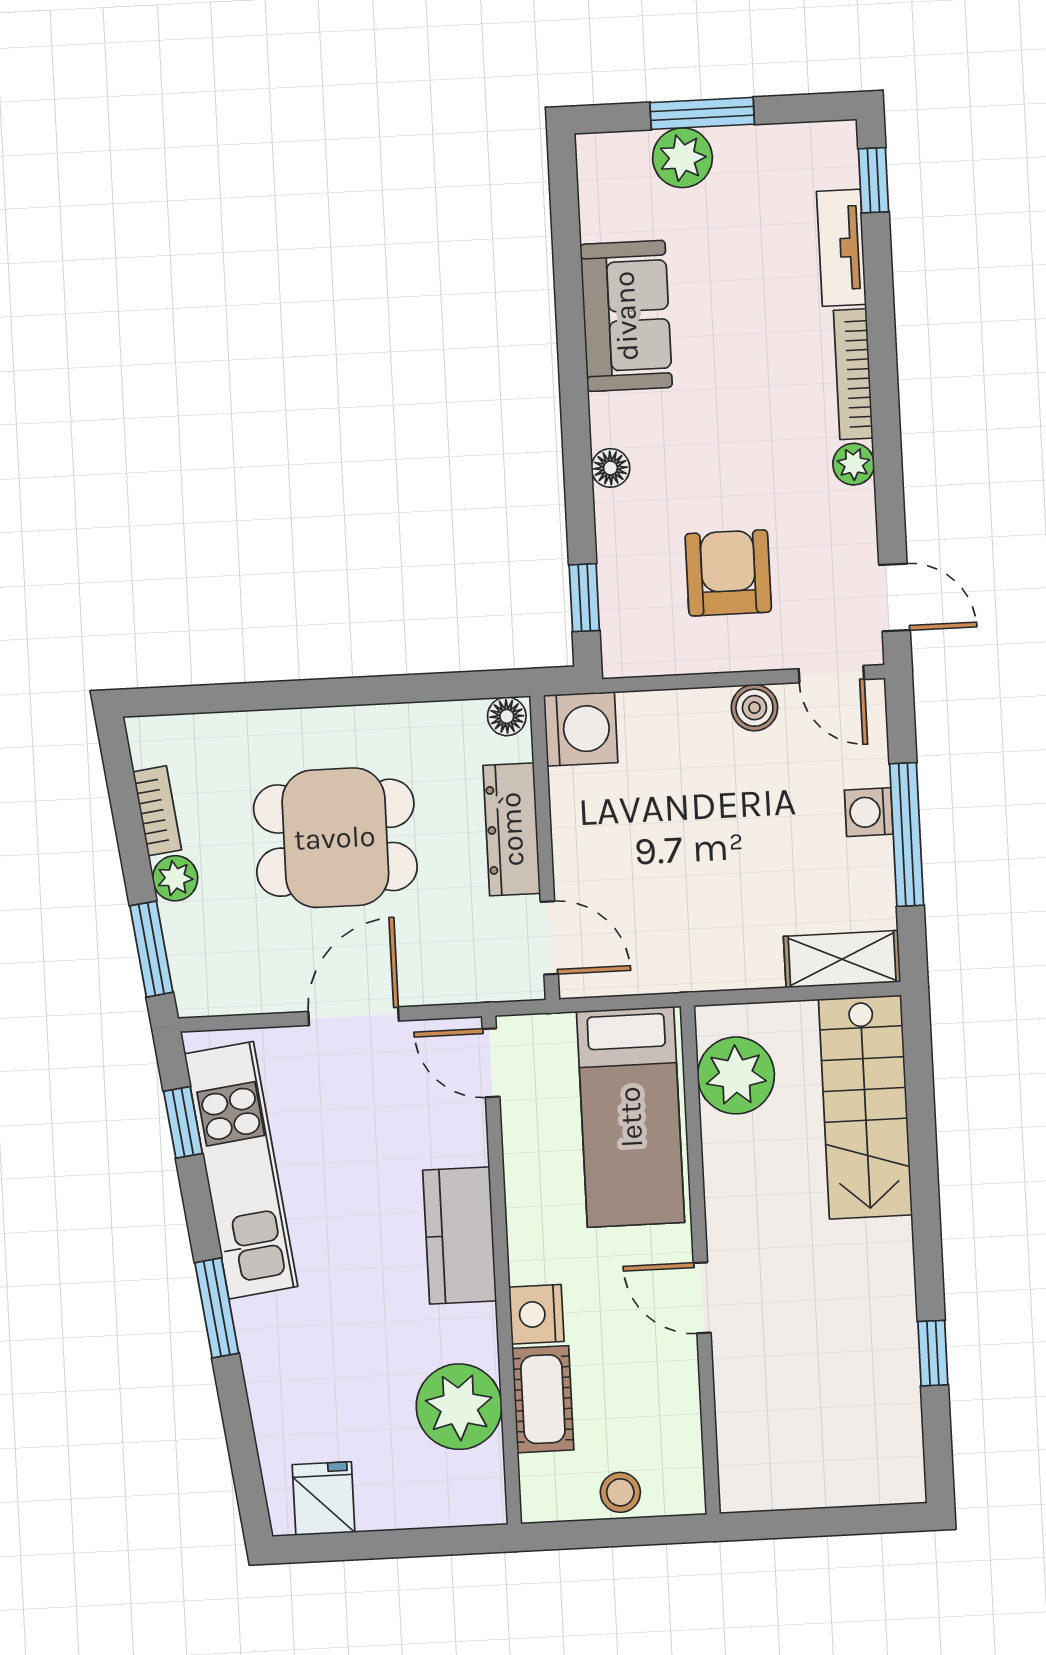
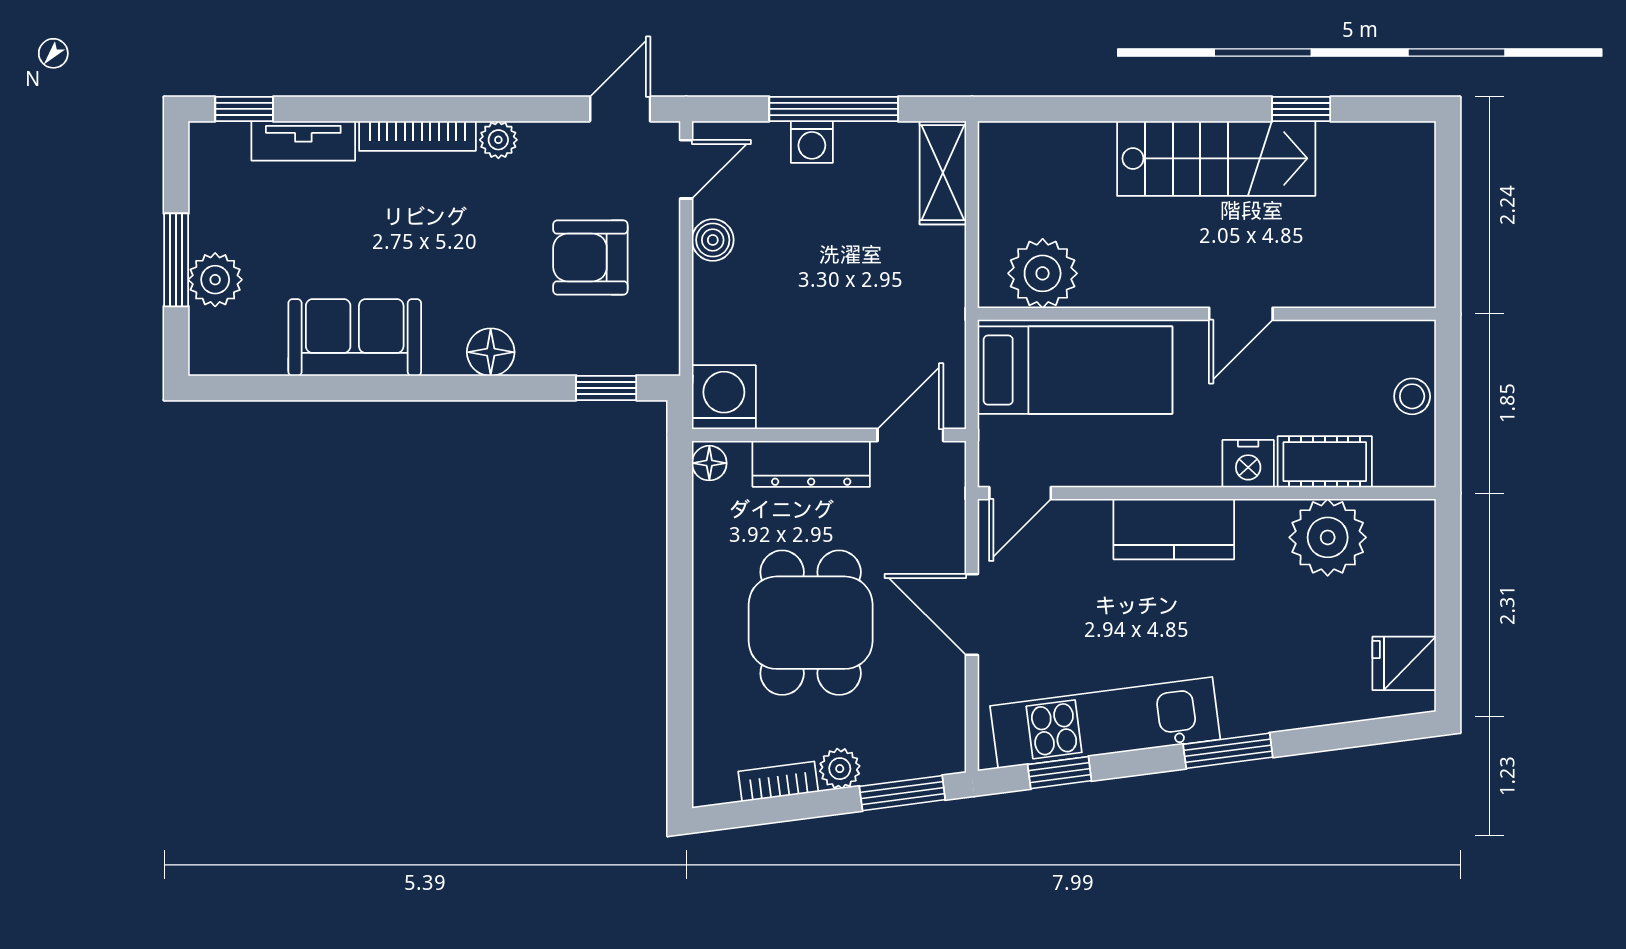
floor lamp: (610, 468) -> (491, 352), width x1.37, depth x1.37
stairs: (865, 1107) -> (1216, 158), moved

